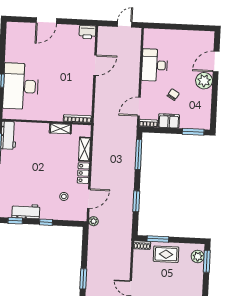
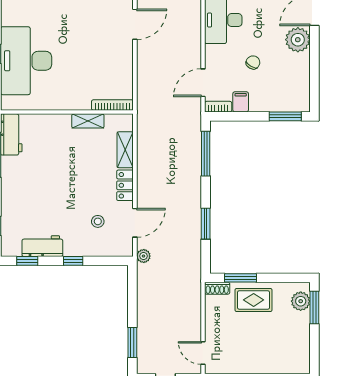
filing cabinet: (169, 121) -> (241, 102), width x0.50

